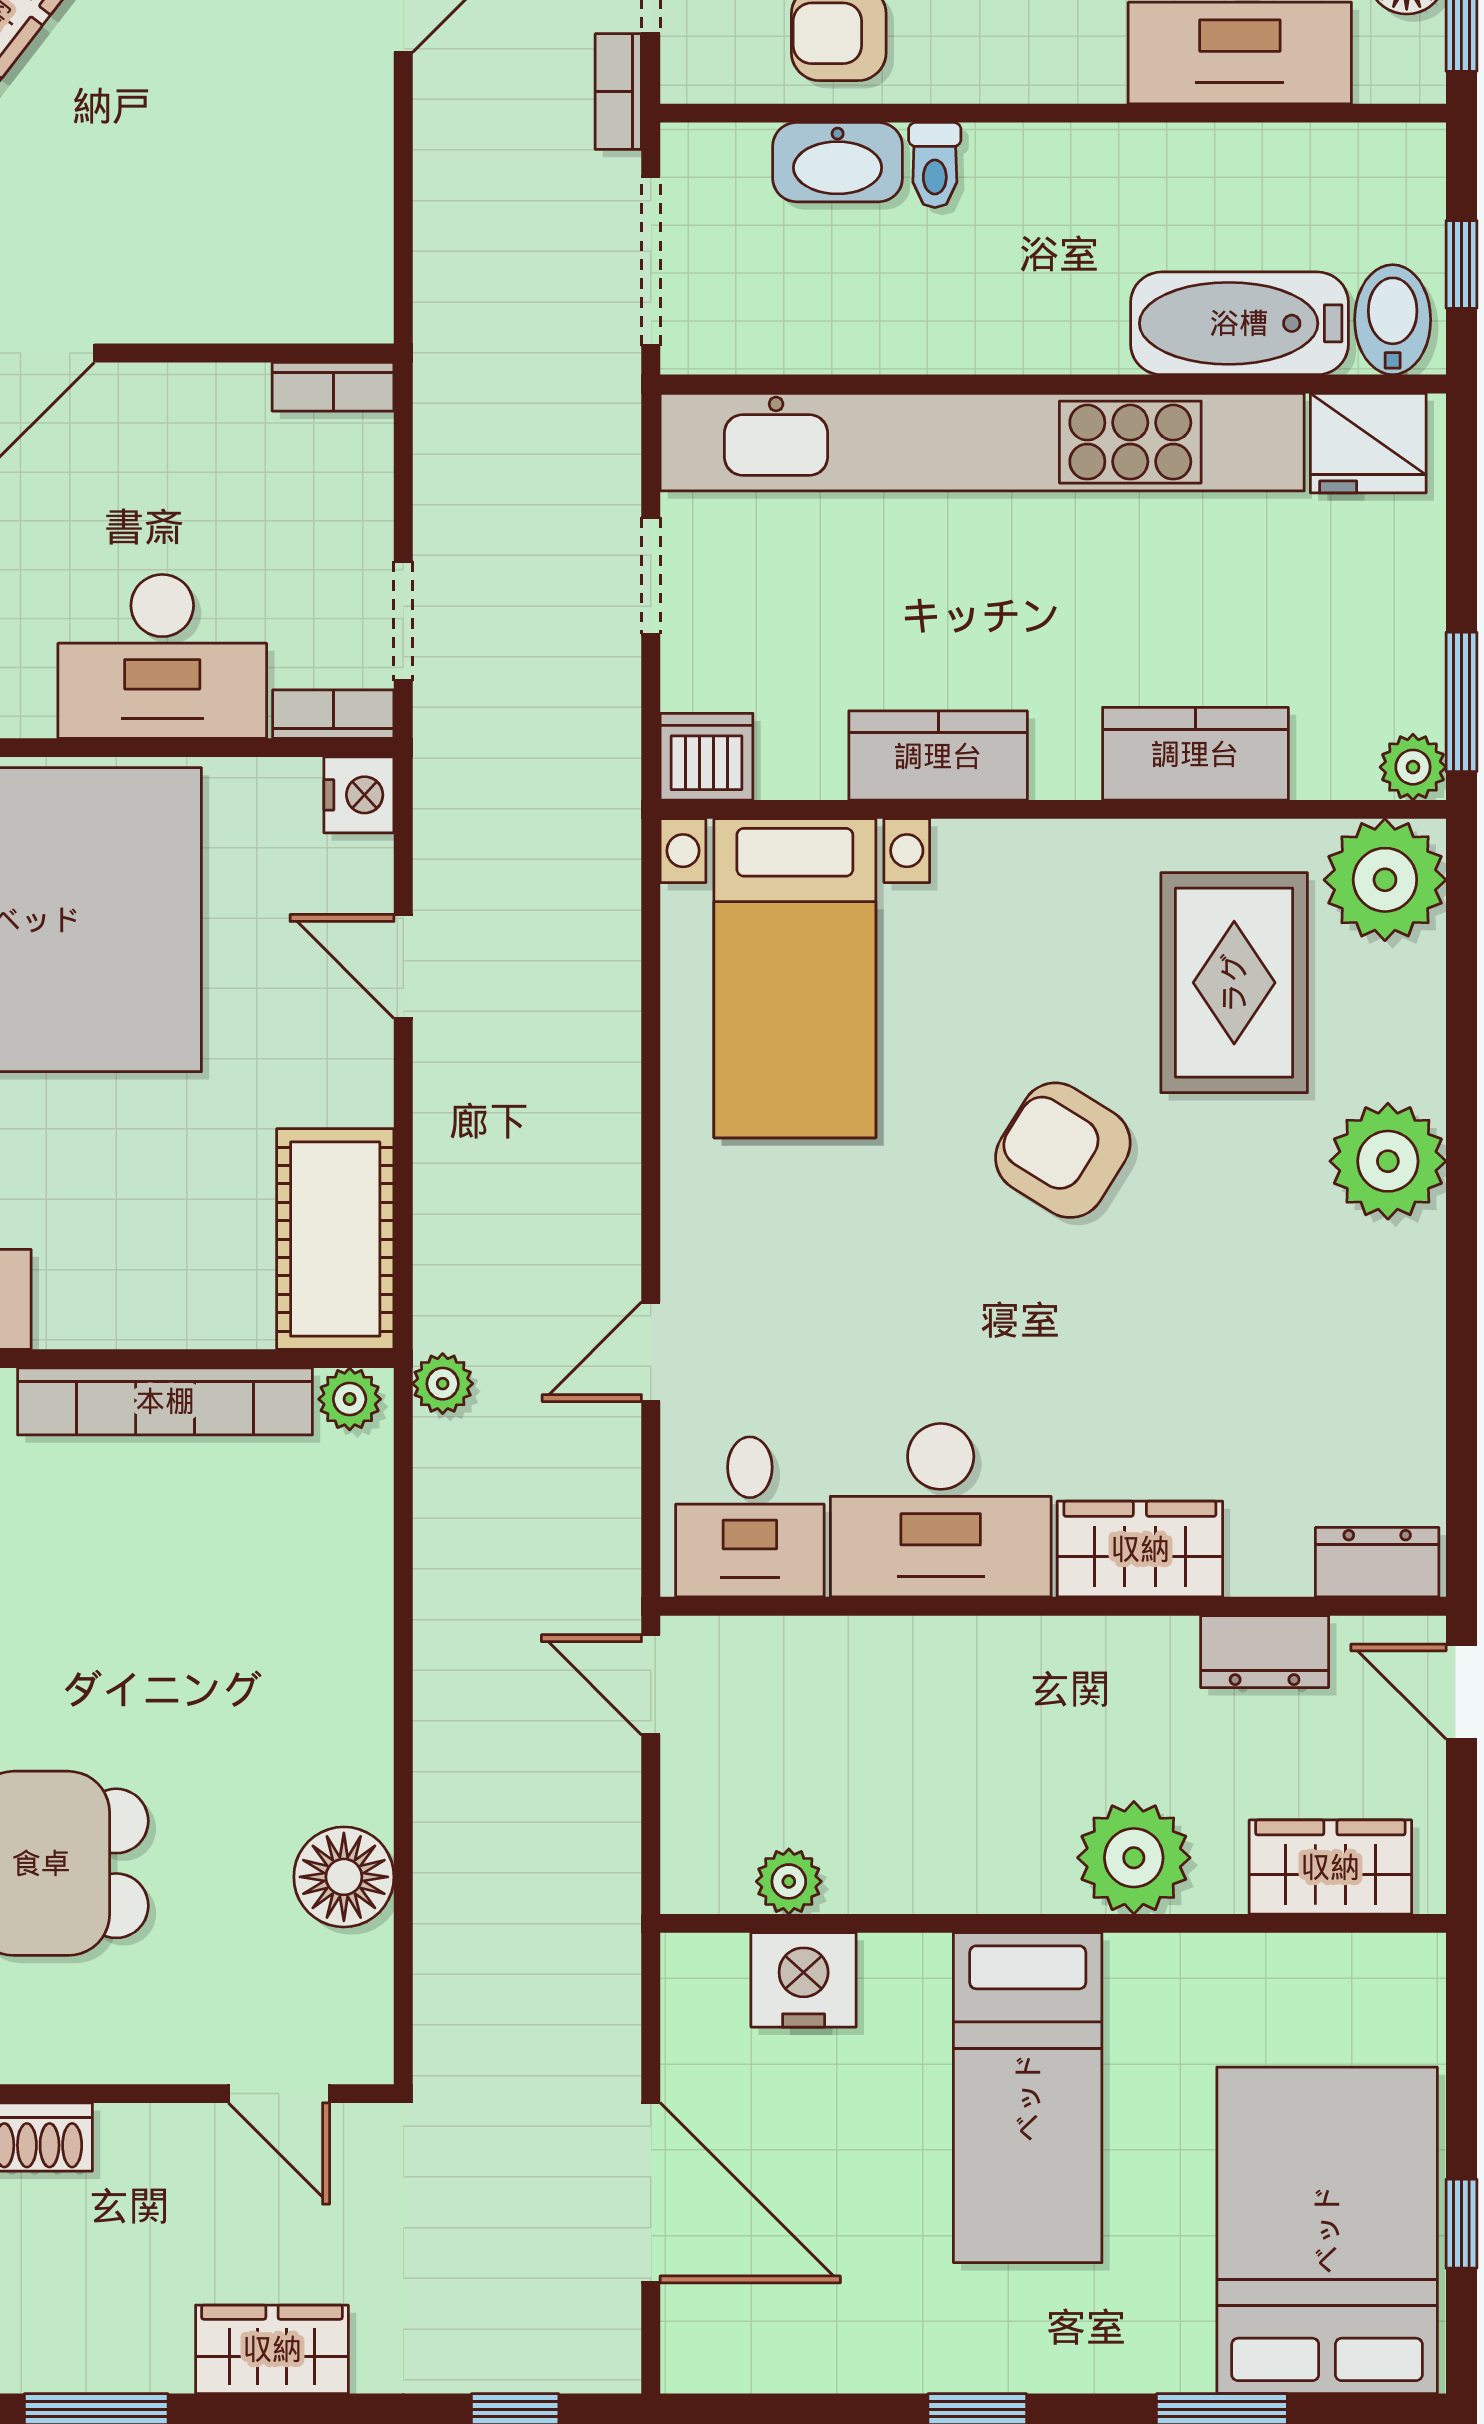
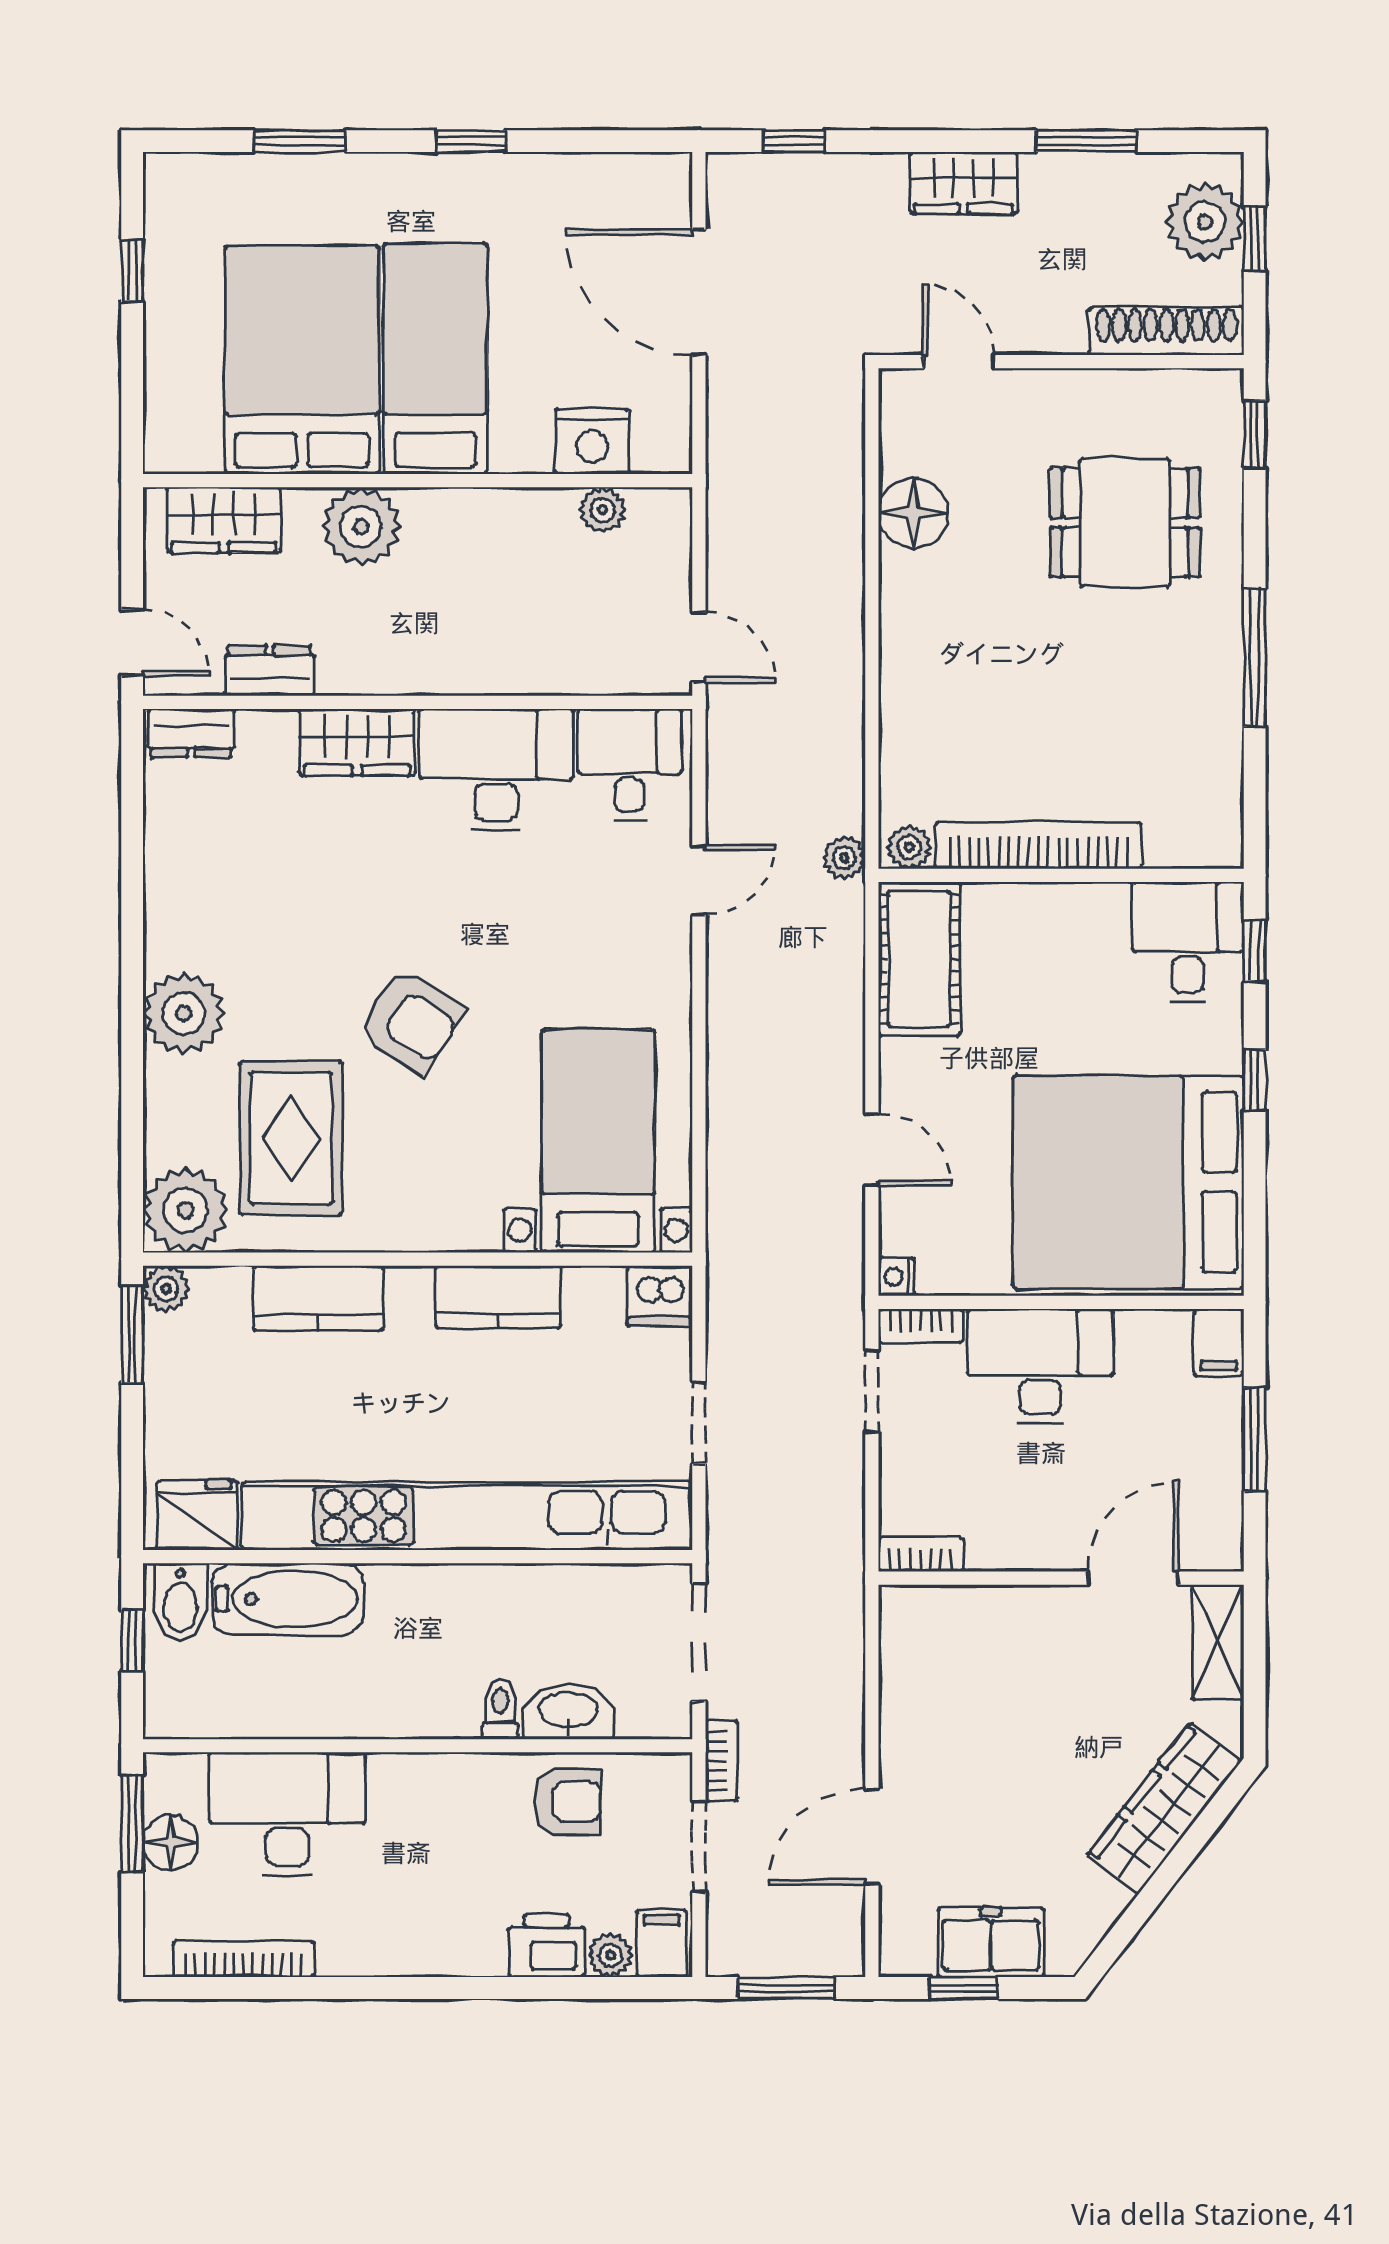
nightstand: (359, 795) -> (896, 1277), width x0.72, depth x0.74
bed: (1327, 2230) -> (302, 360), moved, turned 180

